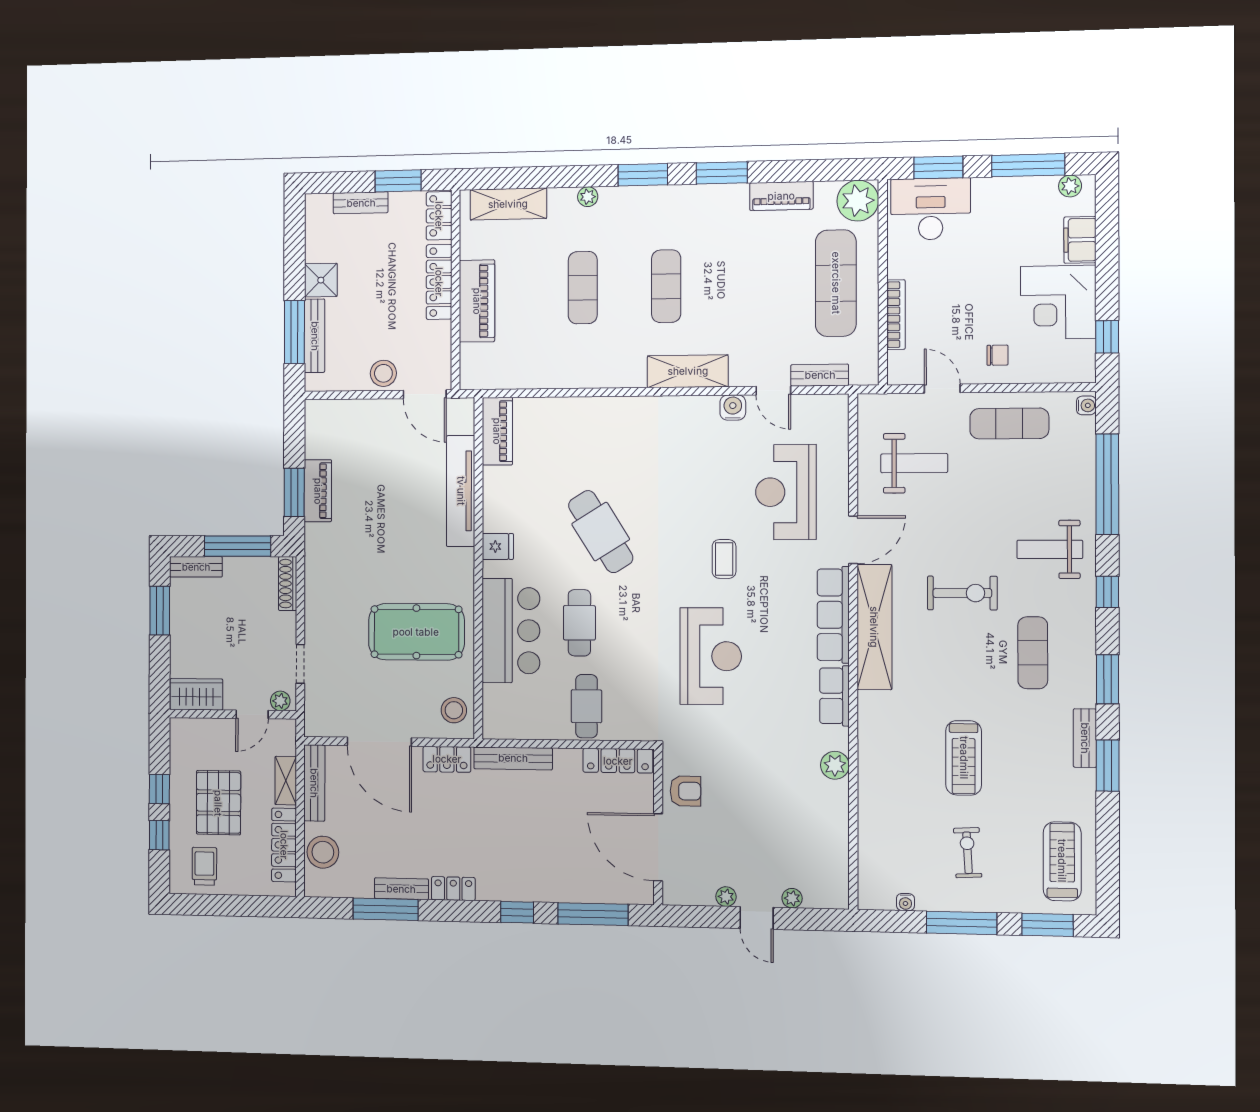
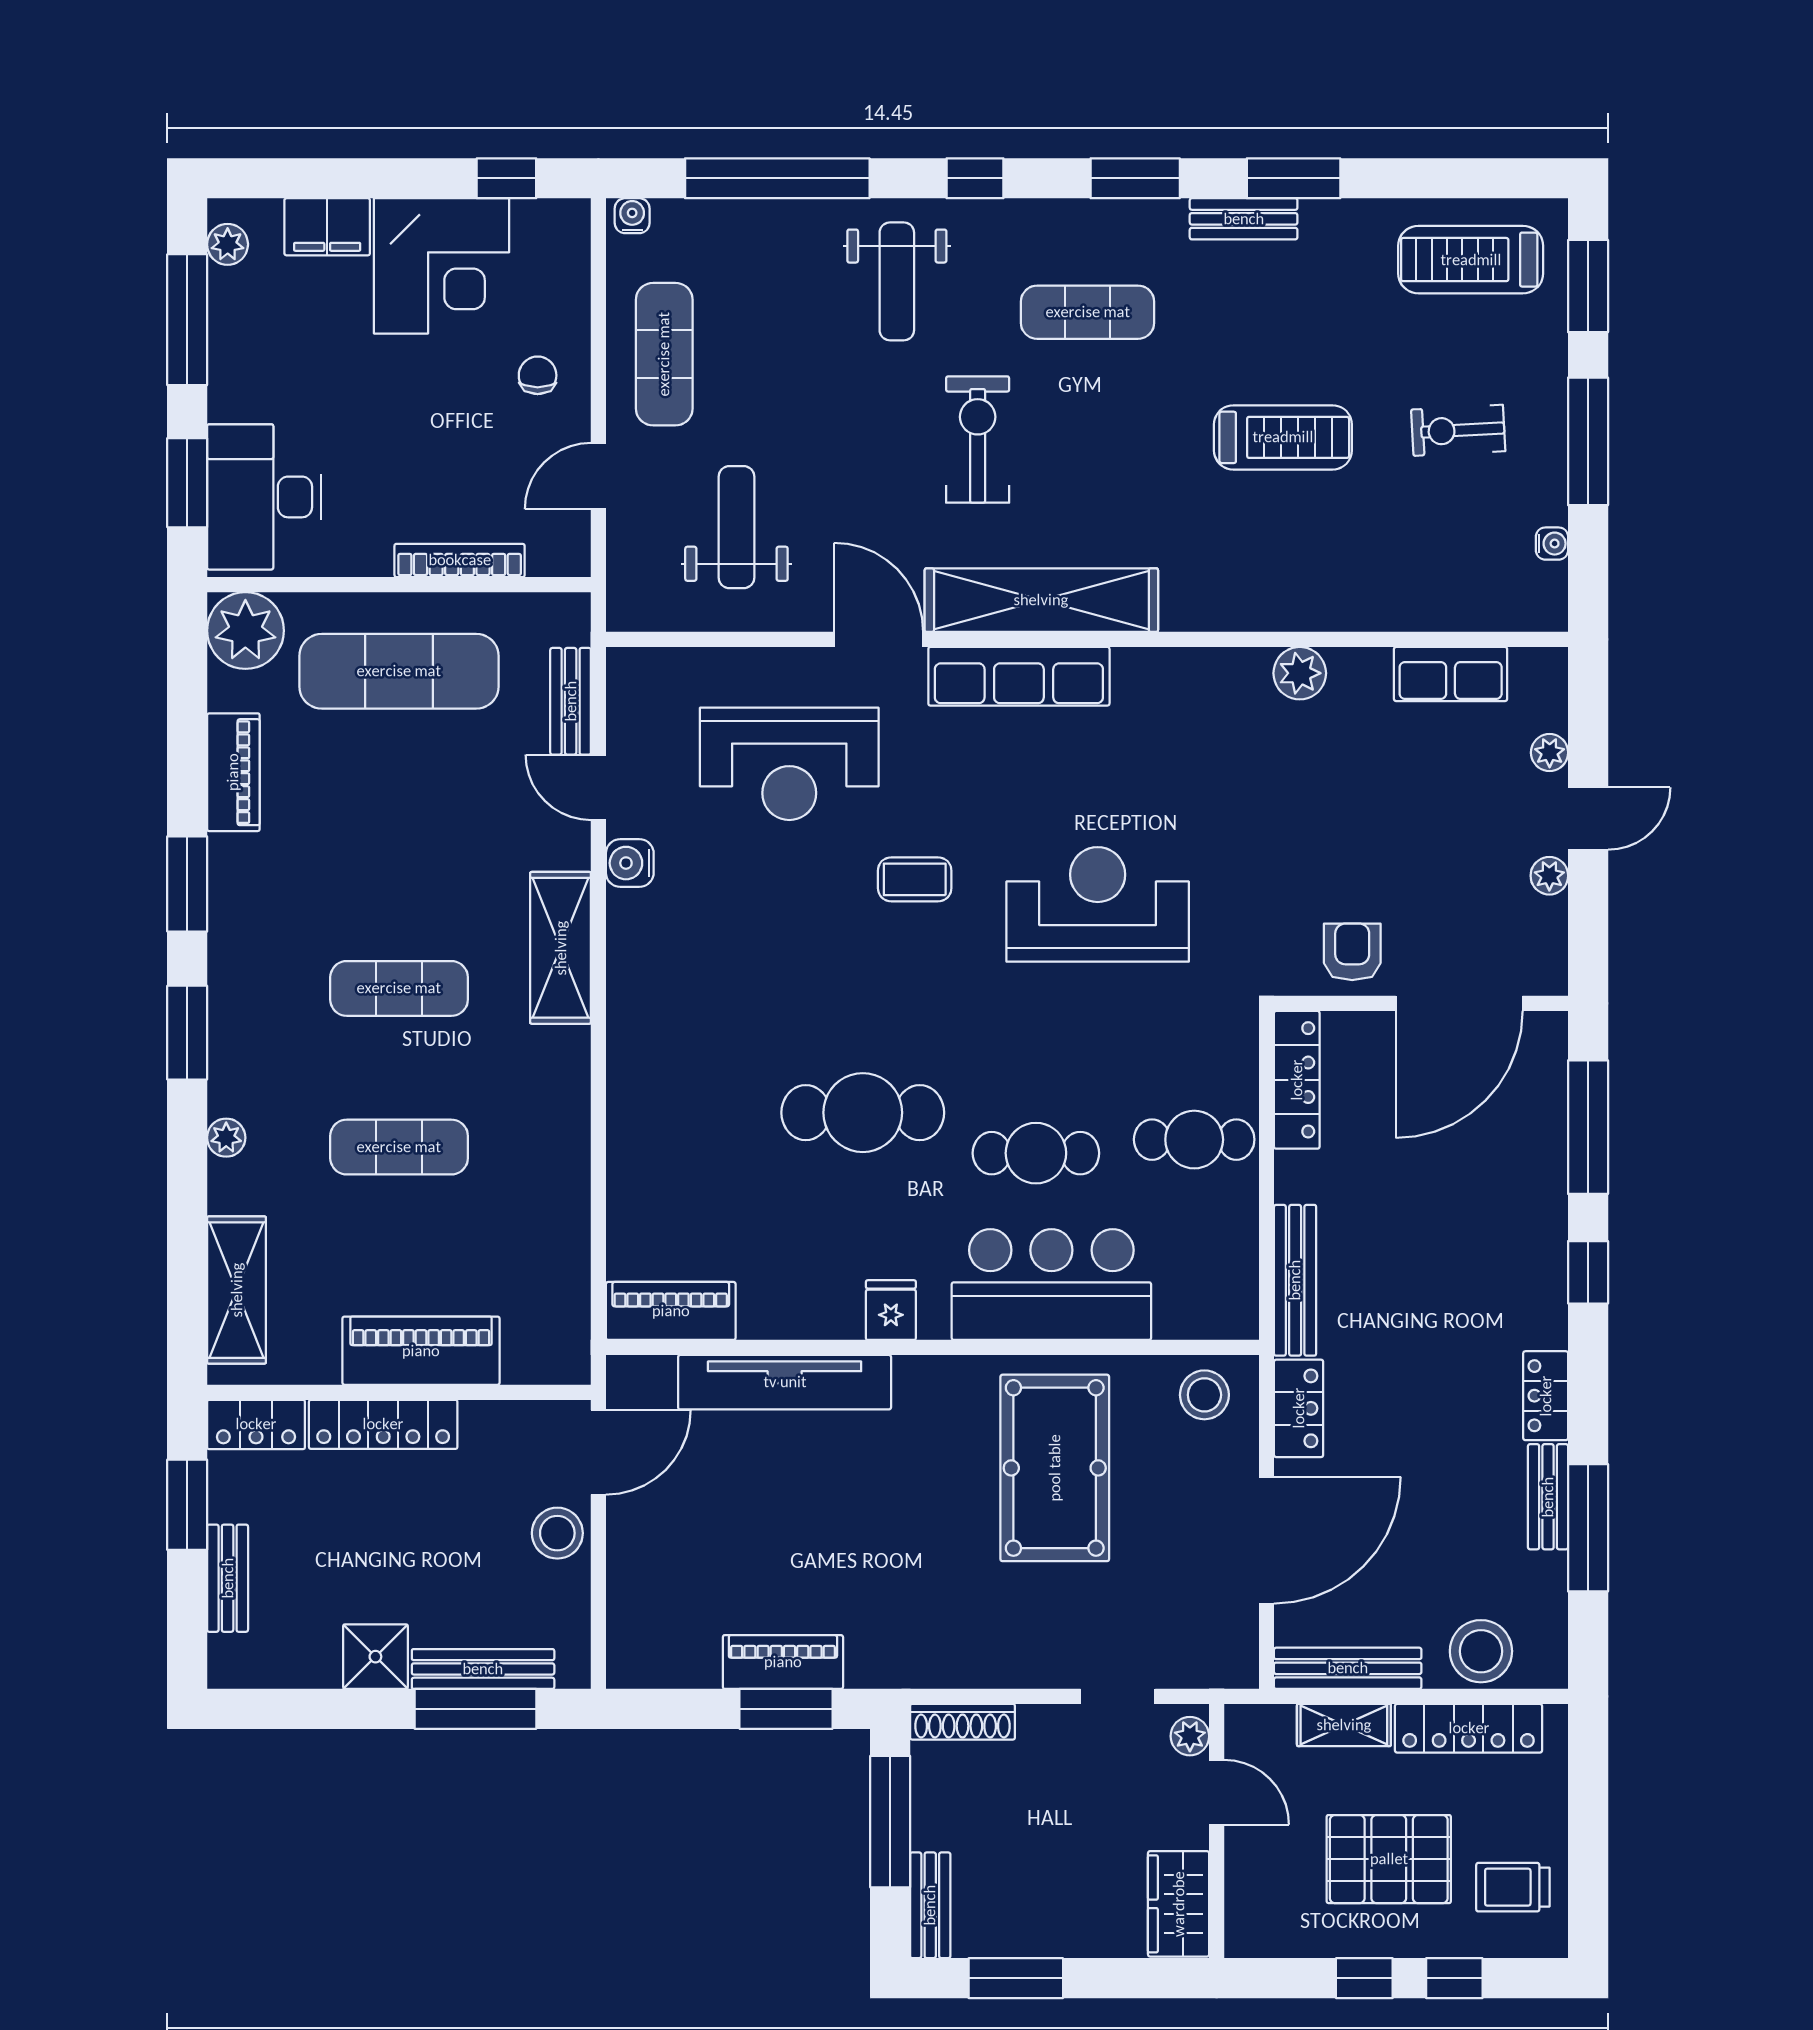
door: (773, 390) -> (598, 787), swing flipped
cafe table: (601, 532) -> (863, 1113), turned 32
row of seats: (834, 696) -> (1451, 674), moved

